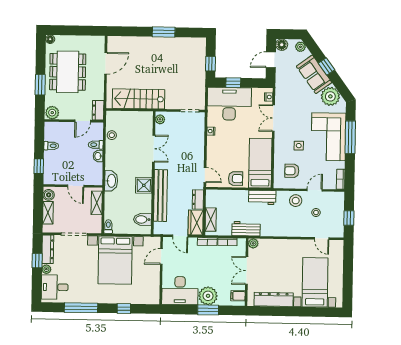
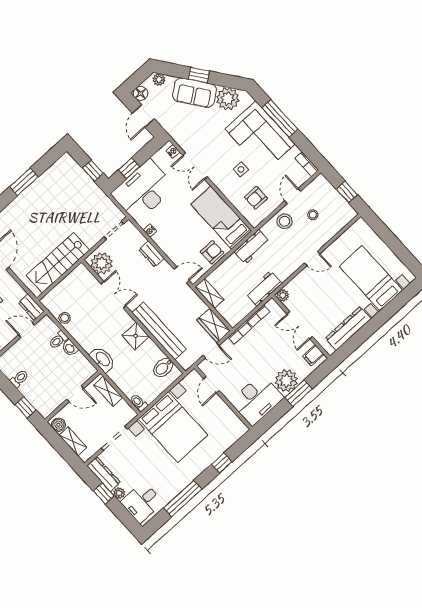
plant: (160, 119) -> (102, 263), width x1.88, depth x1.88
door: (83, 121) -> (27, 330), swing flipped
dresser: (198, 199) -> (152, 254), moved
shelving: (211, 220) -> (209, 293), moved
door: (322, 238) -> (312, 258), moved

